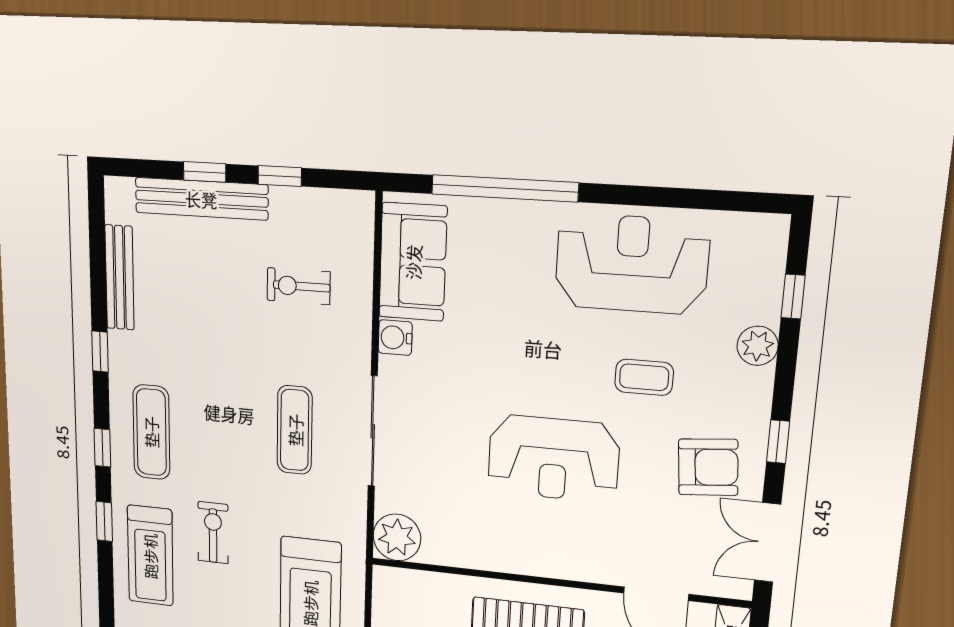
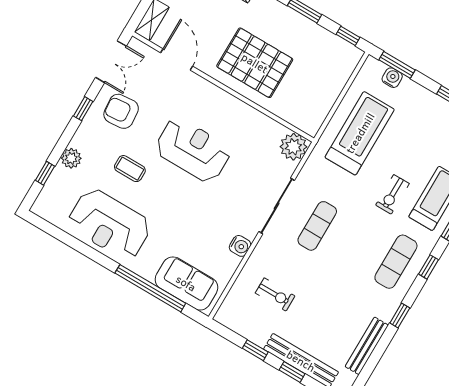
sofa: (413, 262) -> (186, 283), moved, turned 90

